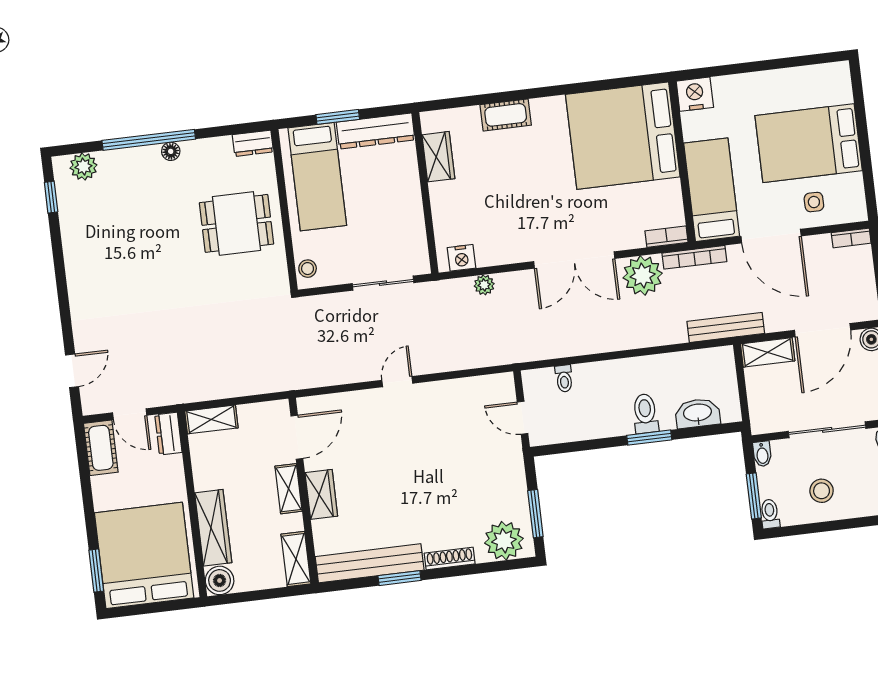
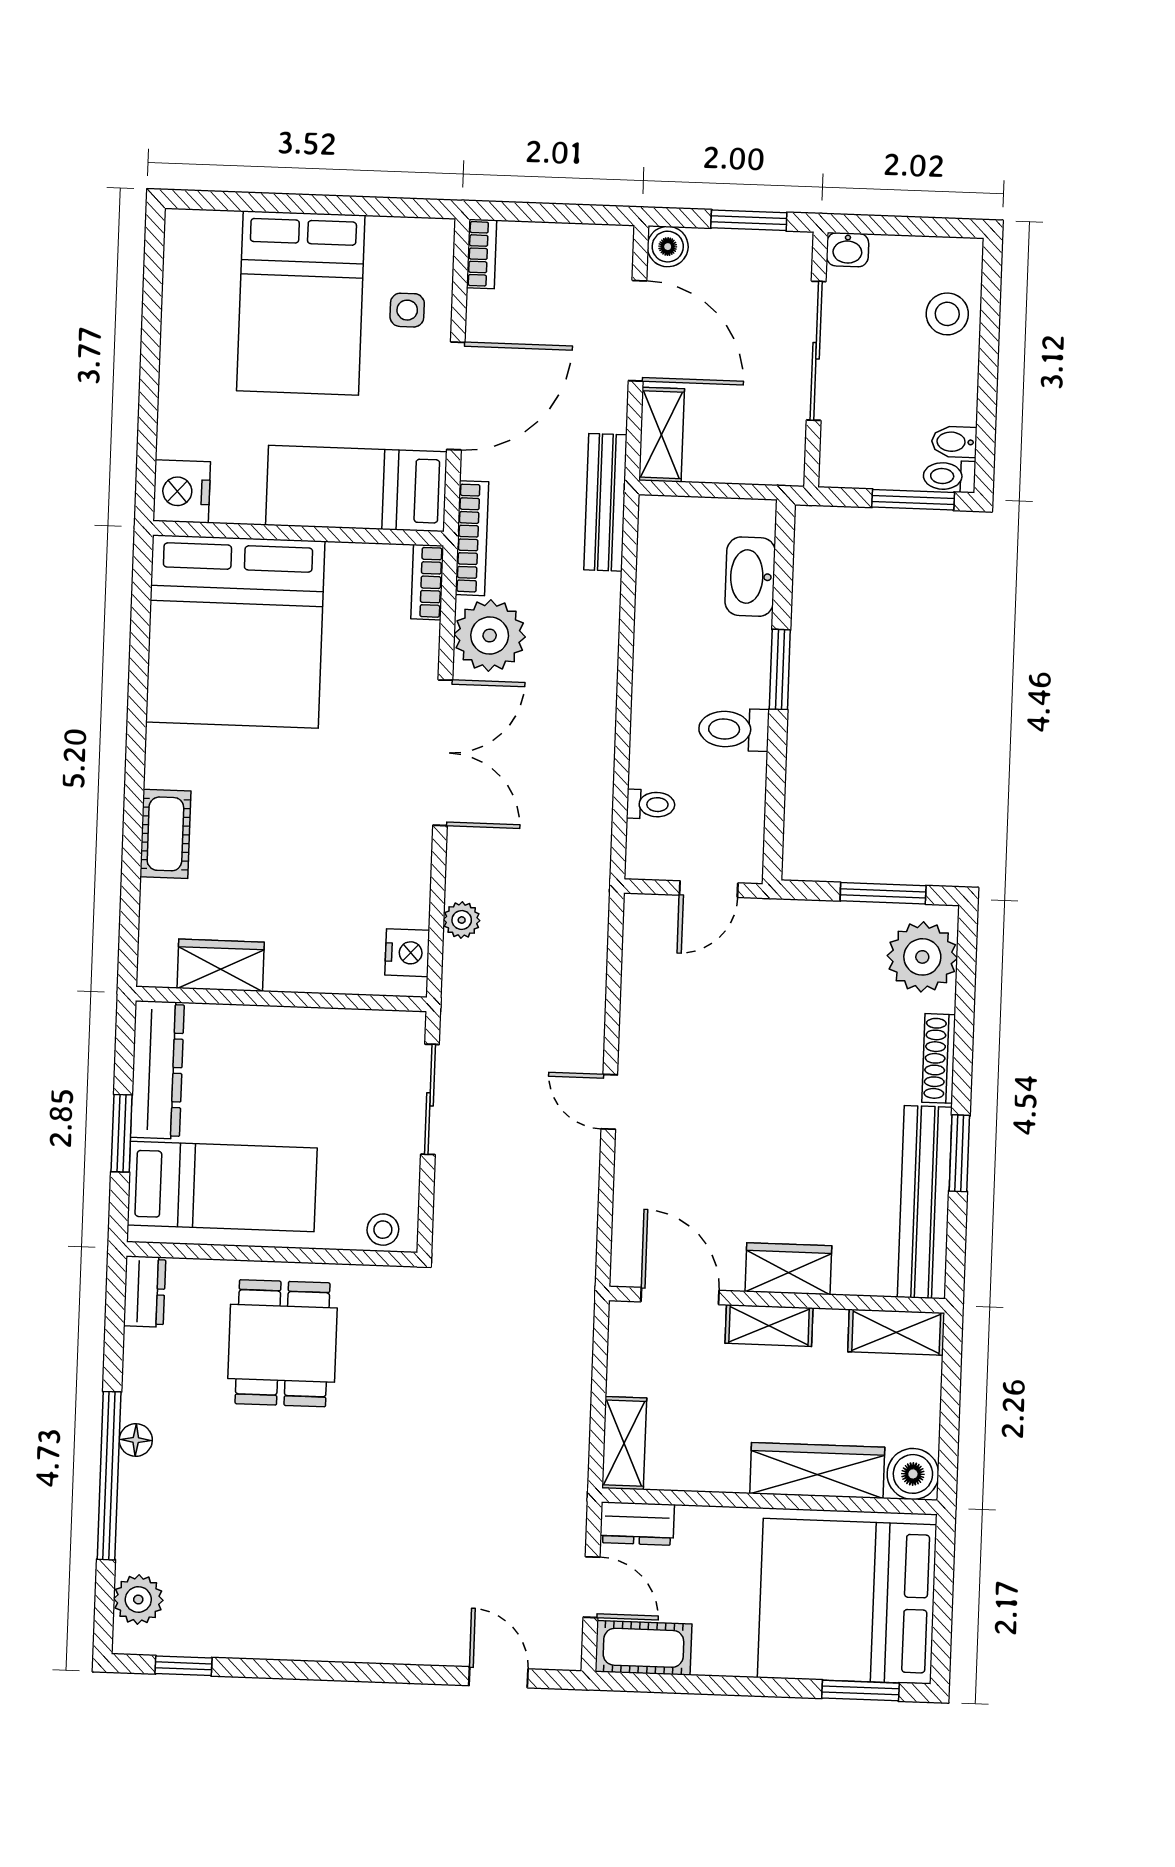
door: (130, 414) -> (591, 1587), hinge flipped
toilet: (645, 414) -> (734, 729), moved
bidet: (762, 454) -> (954, 442), moved, turned 180
stool: (822, 491) -> (947, 314), moved

